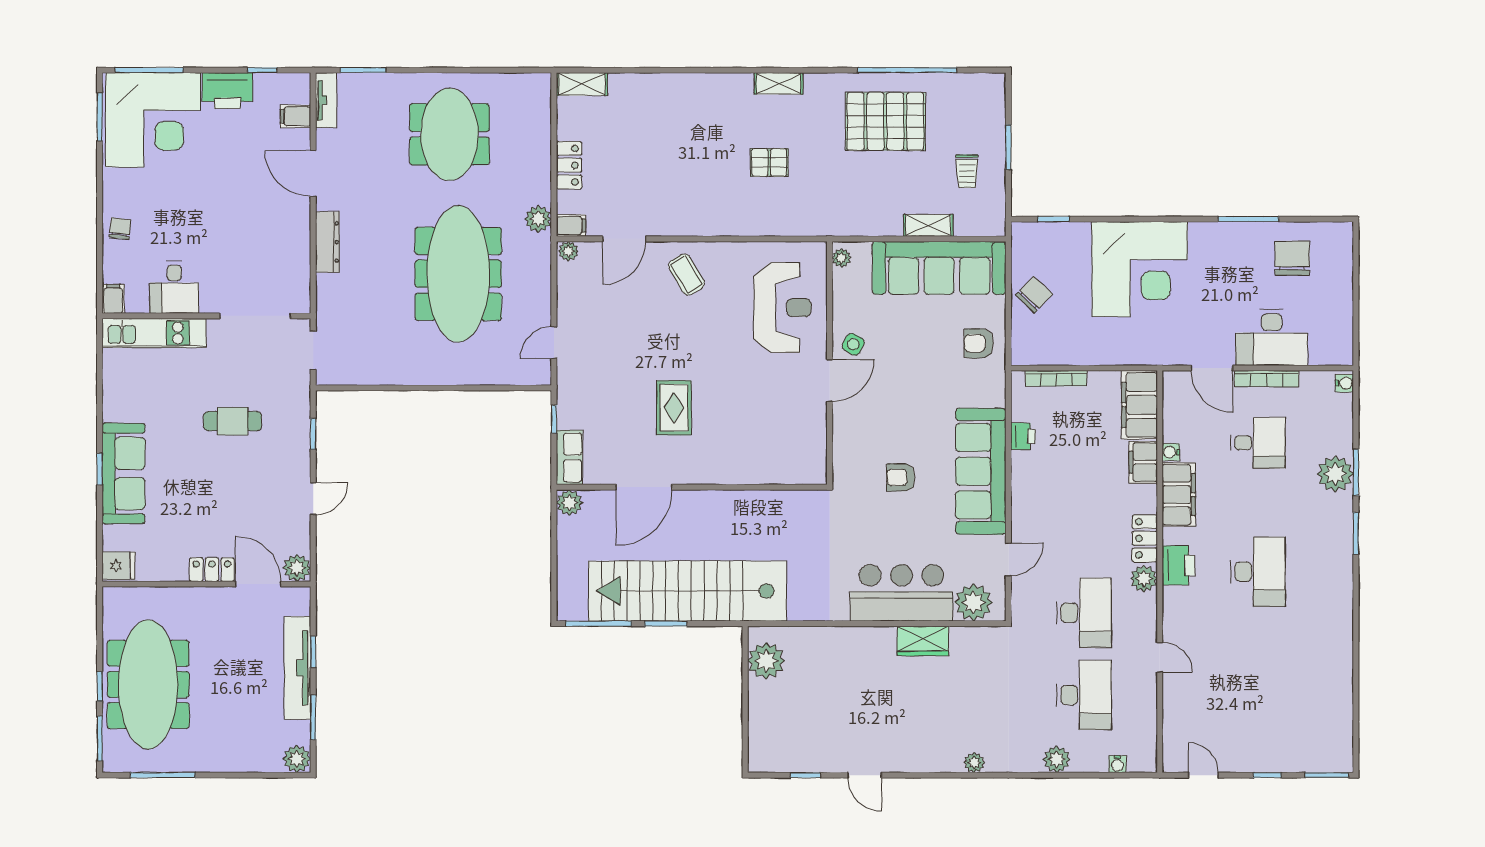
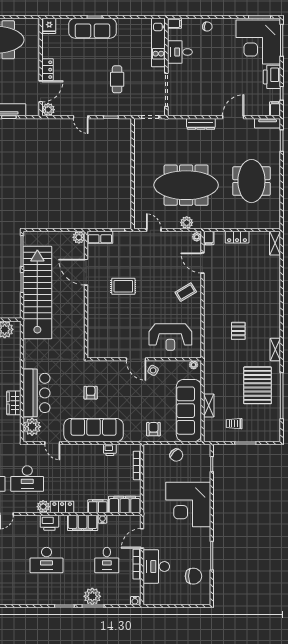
shelving: (779, 83) -> (275, 349), moved
filing cabinet: (295, 116) -> (275, 109), moved
meeting table: (449, 134) -> (251, 181), turned 90
plant: (538, 219) -> (187, 223), moved

